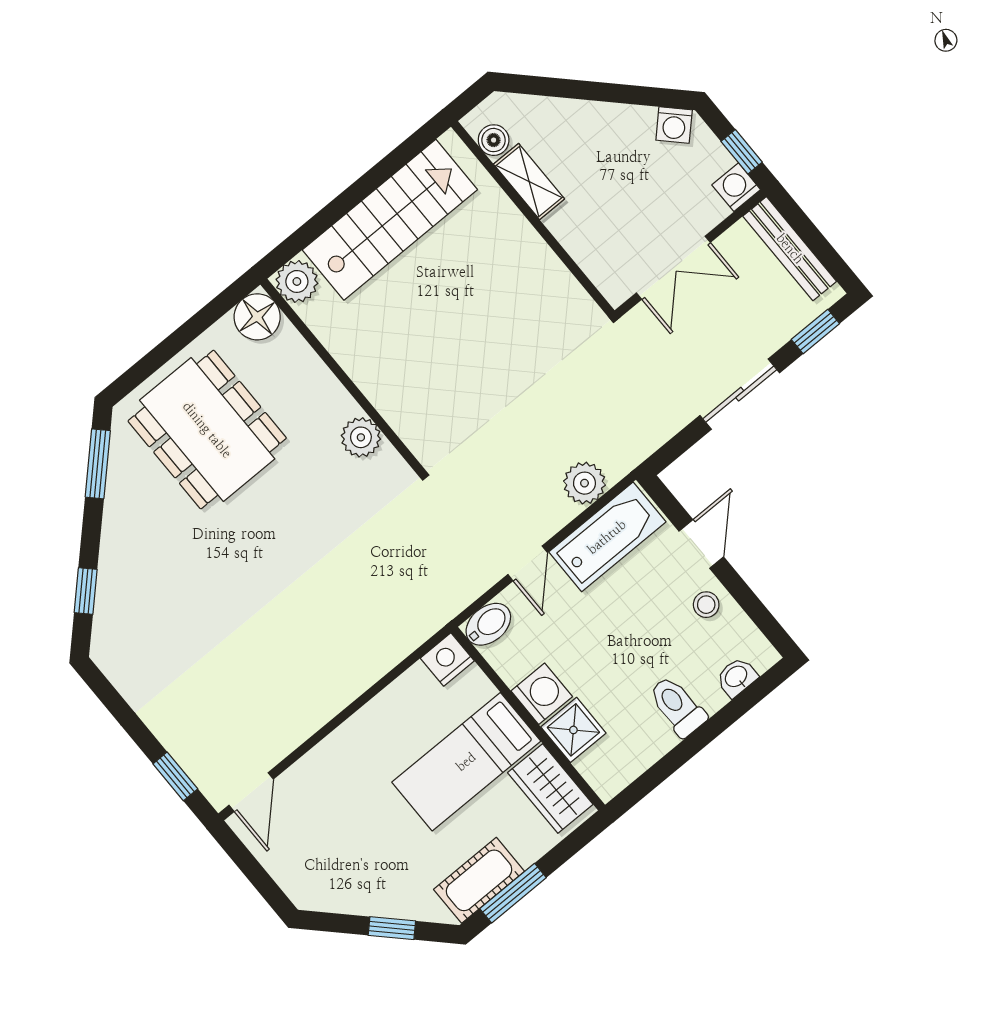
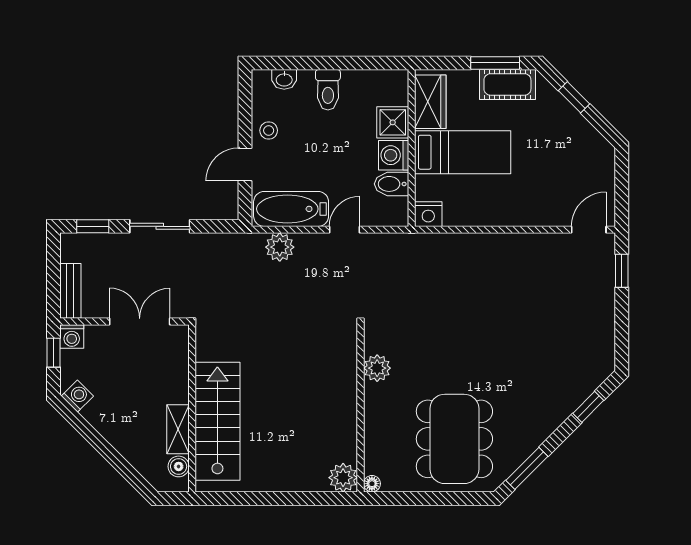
stairs: (390, 220) -> (217, 421), moved, turned 90
bench: (790, 249) -> (70, 291), width x0.73
floor lamp: (257, 317) -> (372, 484), width x0.53, depth x0.53
bidet: (488, 624) -> (391, 184), moved

